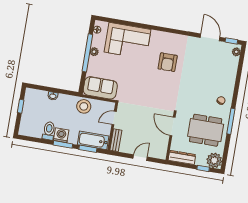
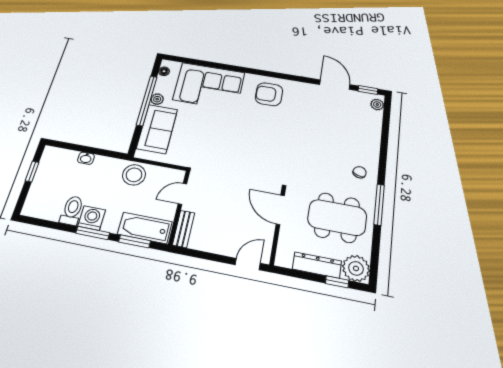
armchair: (168, 62) -> (269, 94), moved, turned 90
sofa: (100, 88) -> (157, 129), moved, turned 90
dresser: (182, 157) -> (317, 265), moved
door: (140, 158) -> (248, 264), moved

